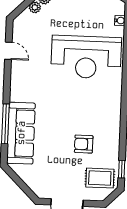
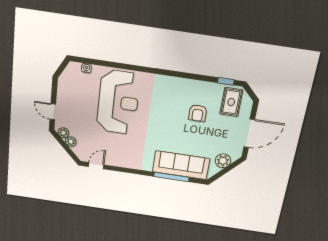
door: (8, 51) -> (96, 166), moved
plant: (32, 179) -> (223, 161), added

